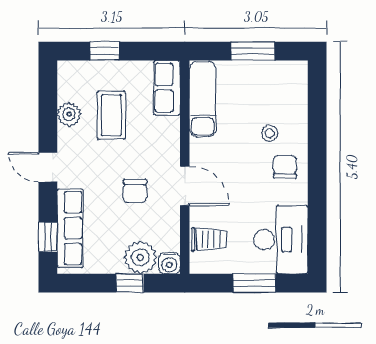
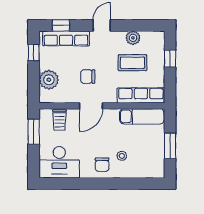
row of seats: (167, 88) -> (141, 95), width x1.48
chair: (285, 167) -> (102, 165), turned 90
water cooler: (169, 263) -> (45, 97), removed
window: (130, 283) -> (34, 52), moved
window: (254, 283) -> (34, 132), moved

